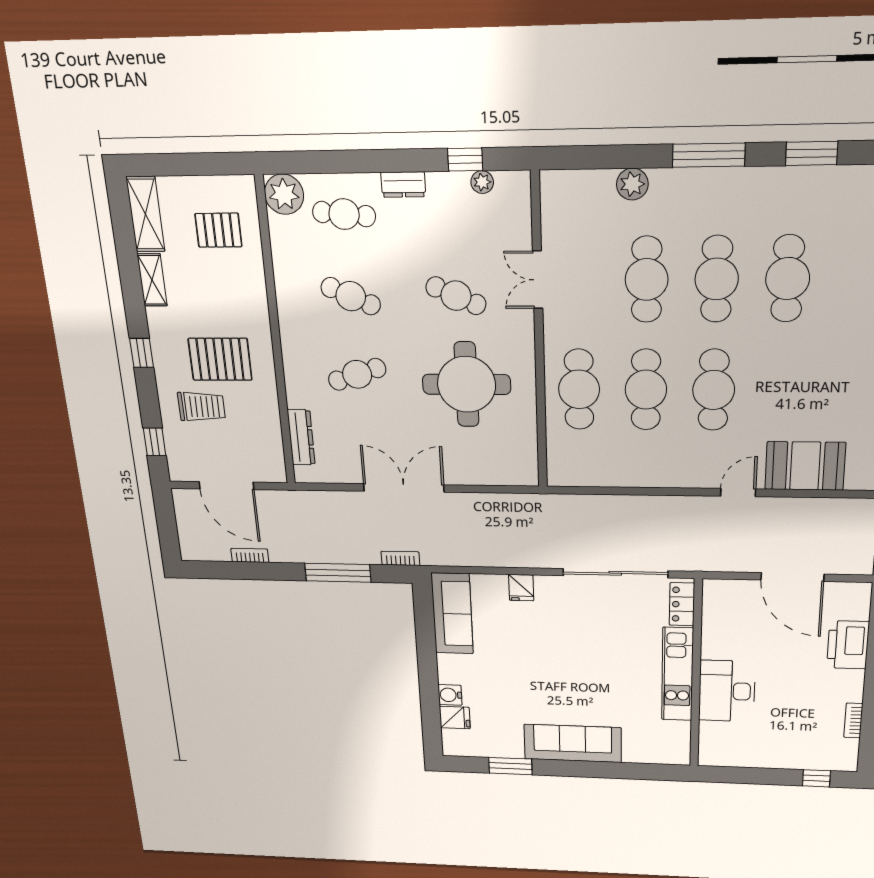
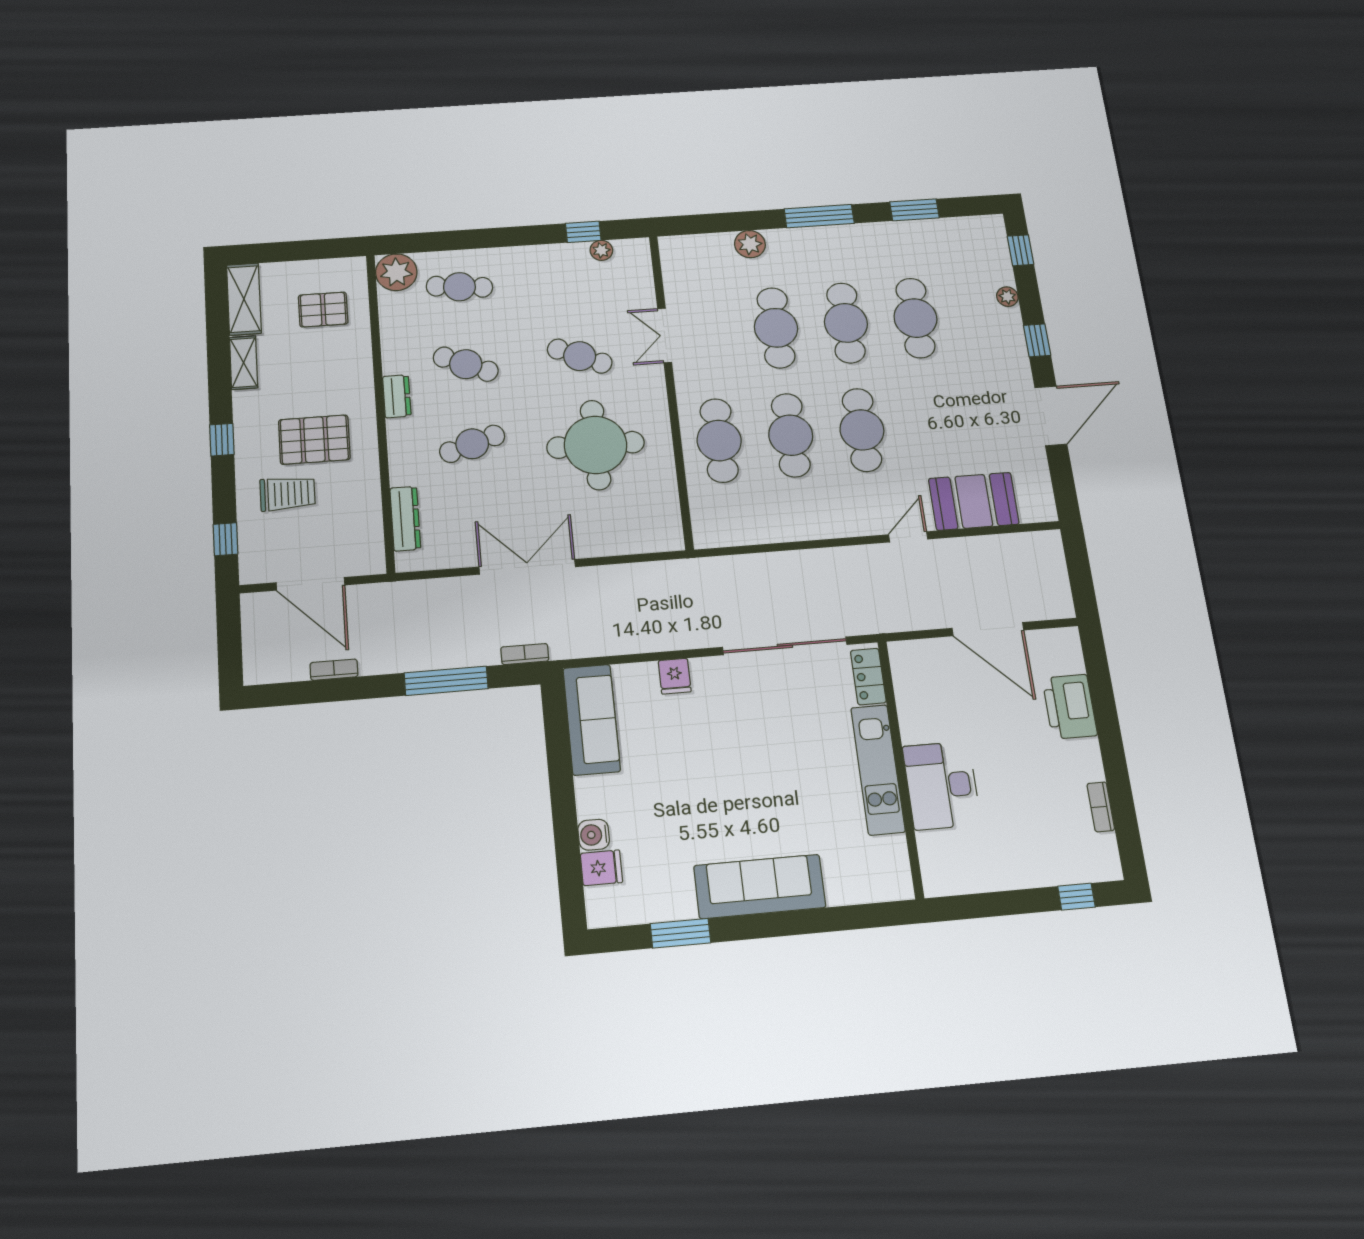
dresser: (403, 185) -> (397, 396), moved, turned -90

